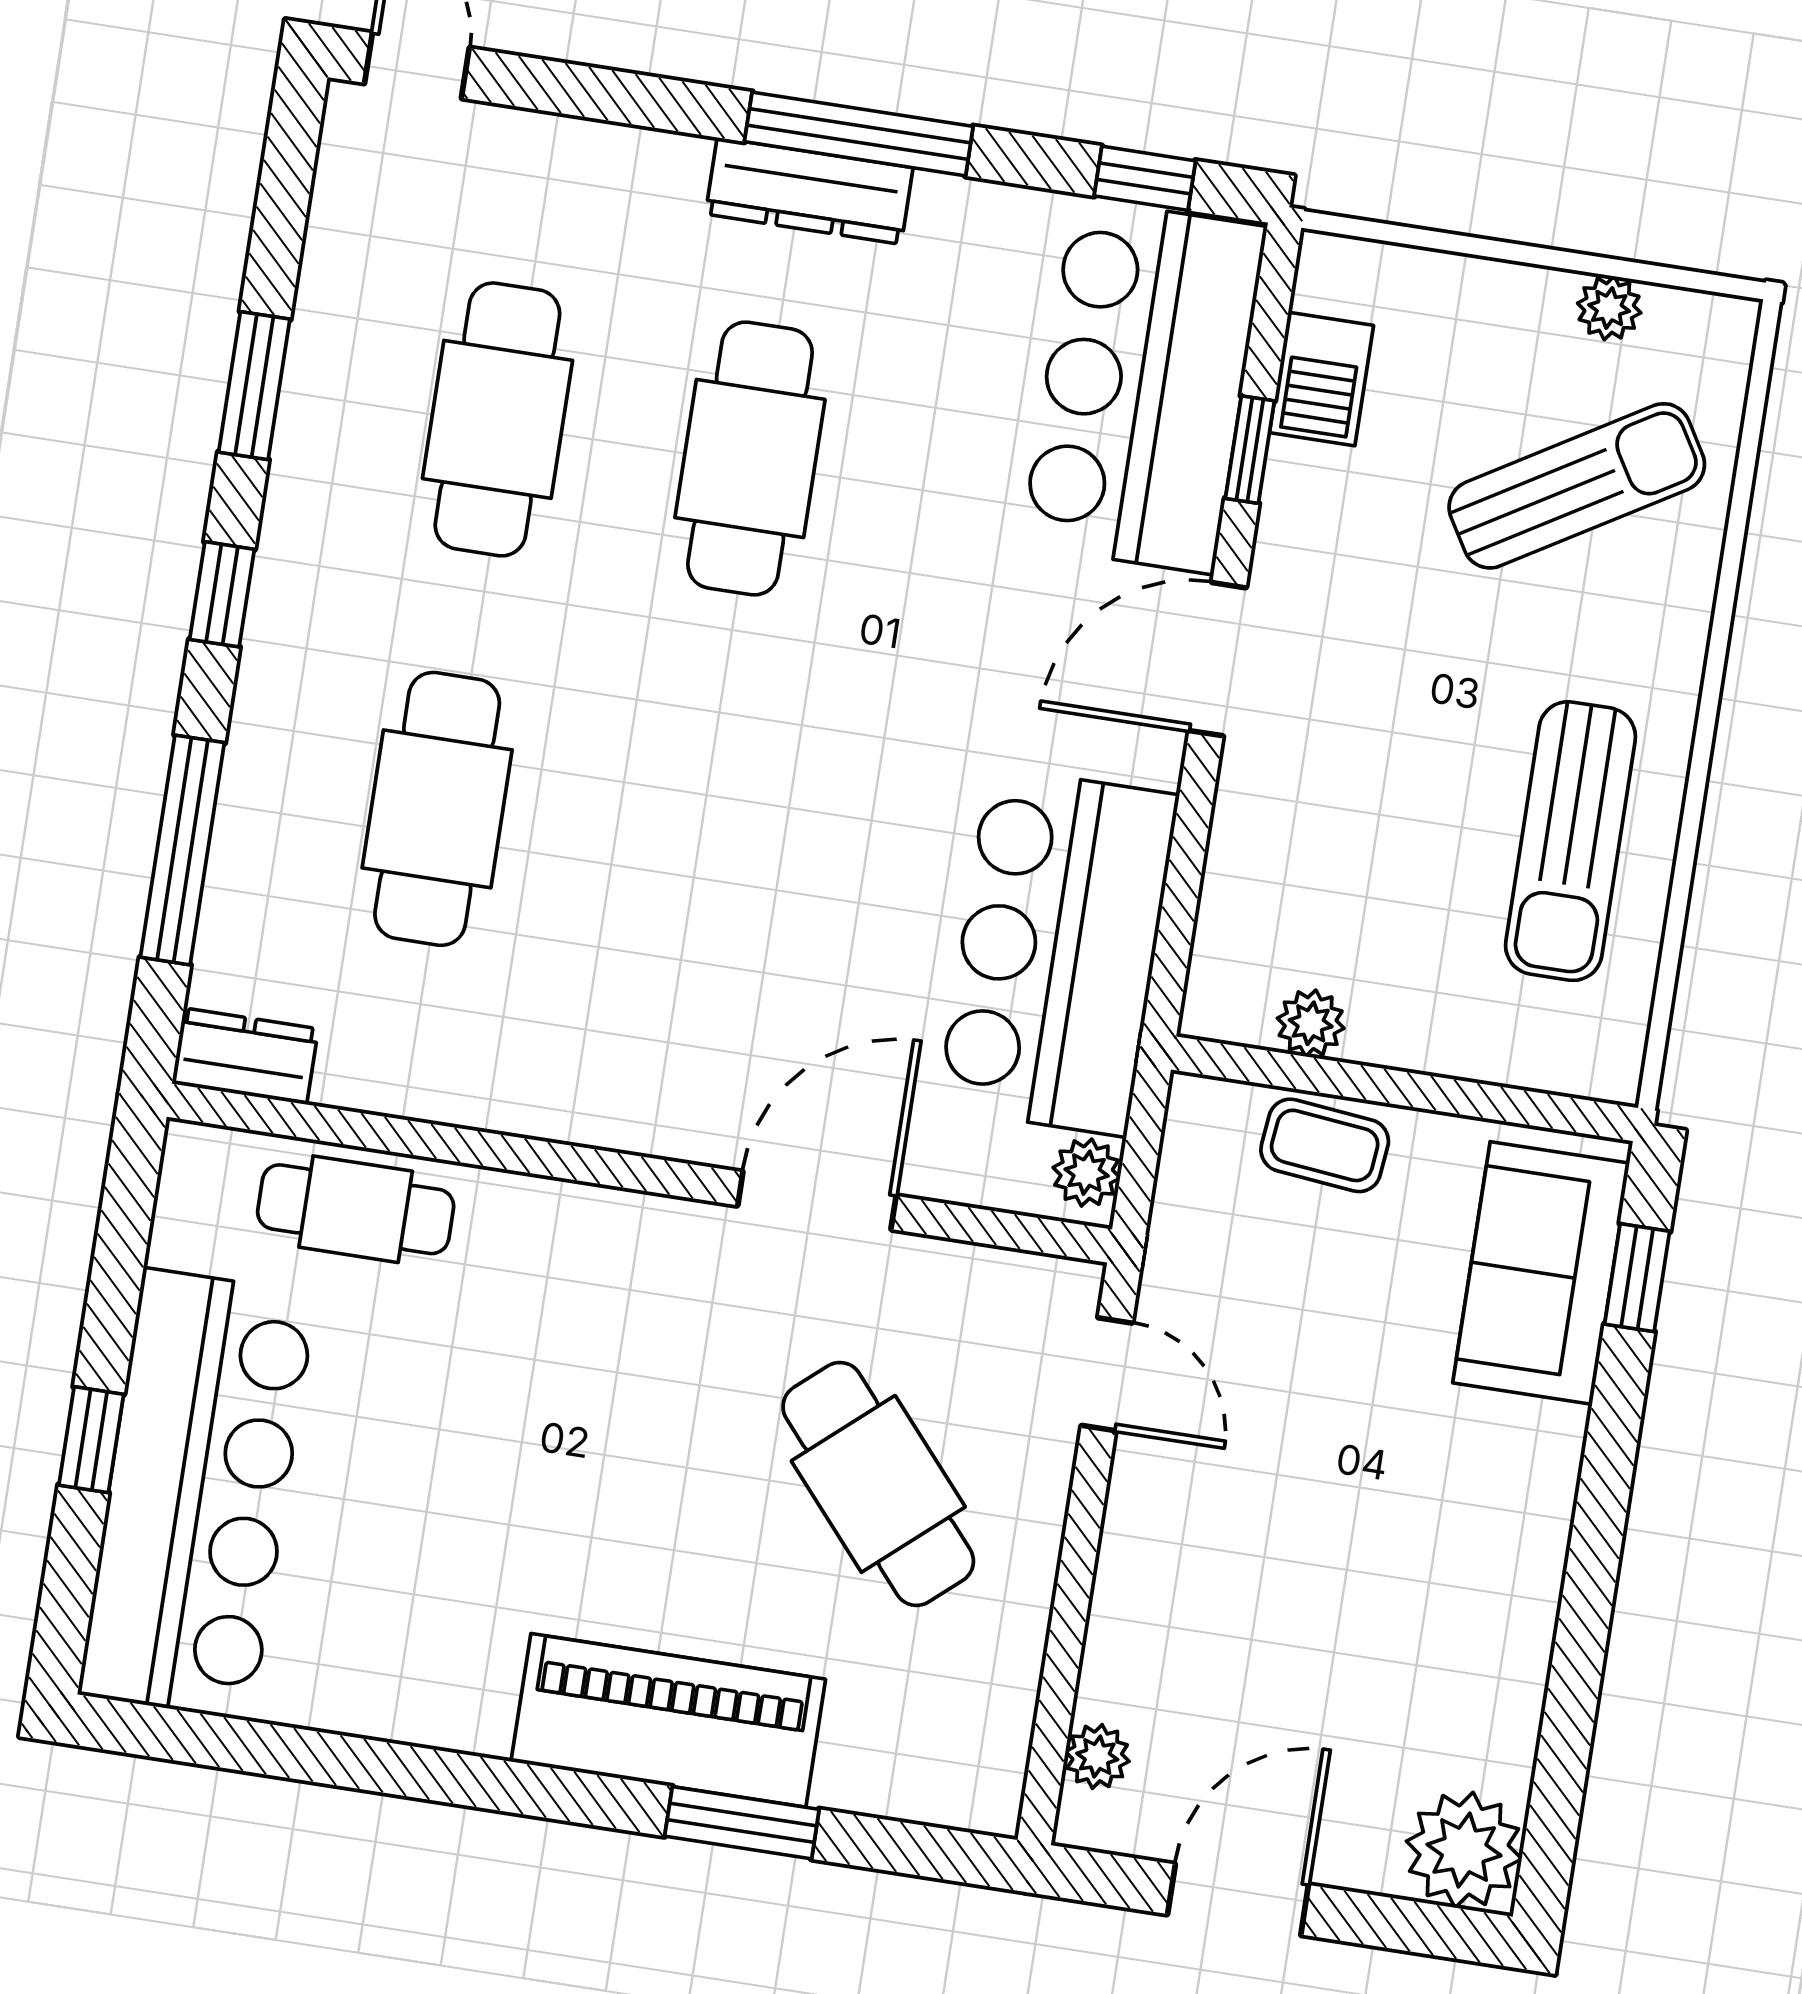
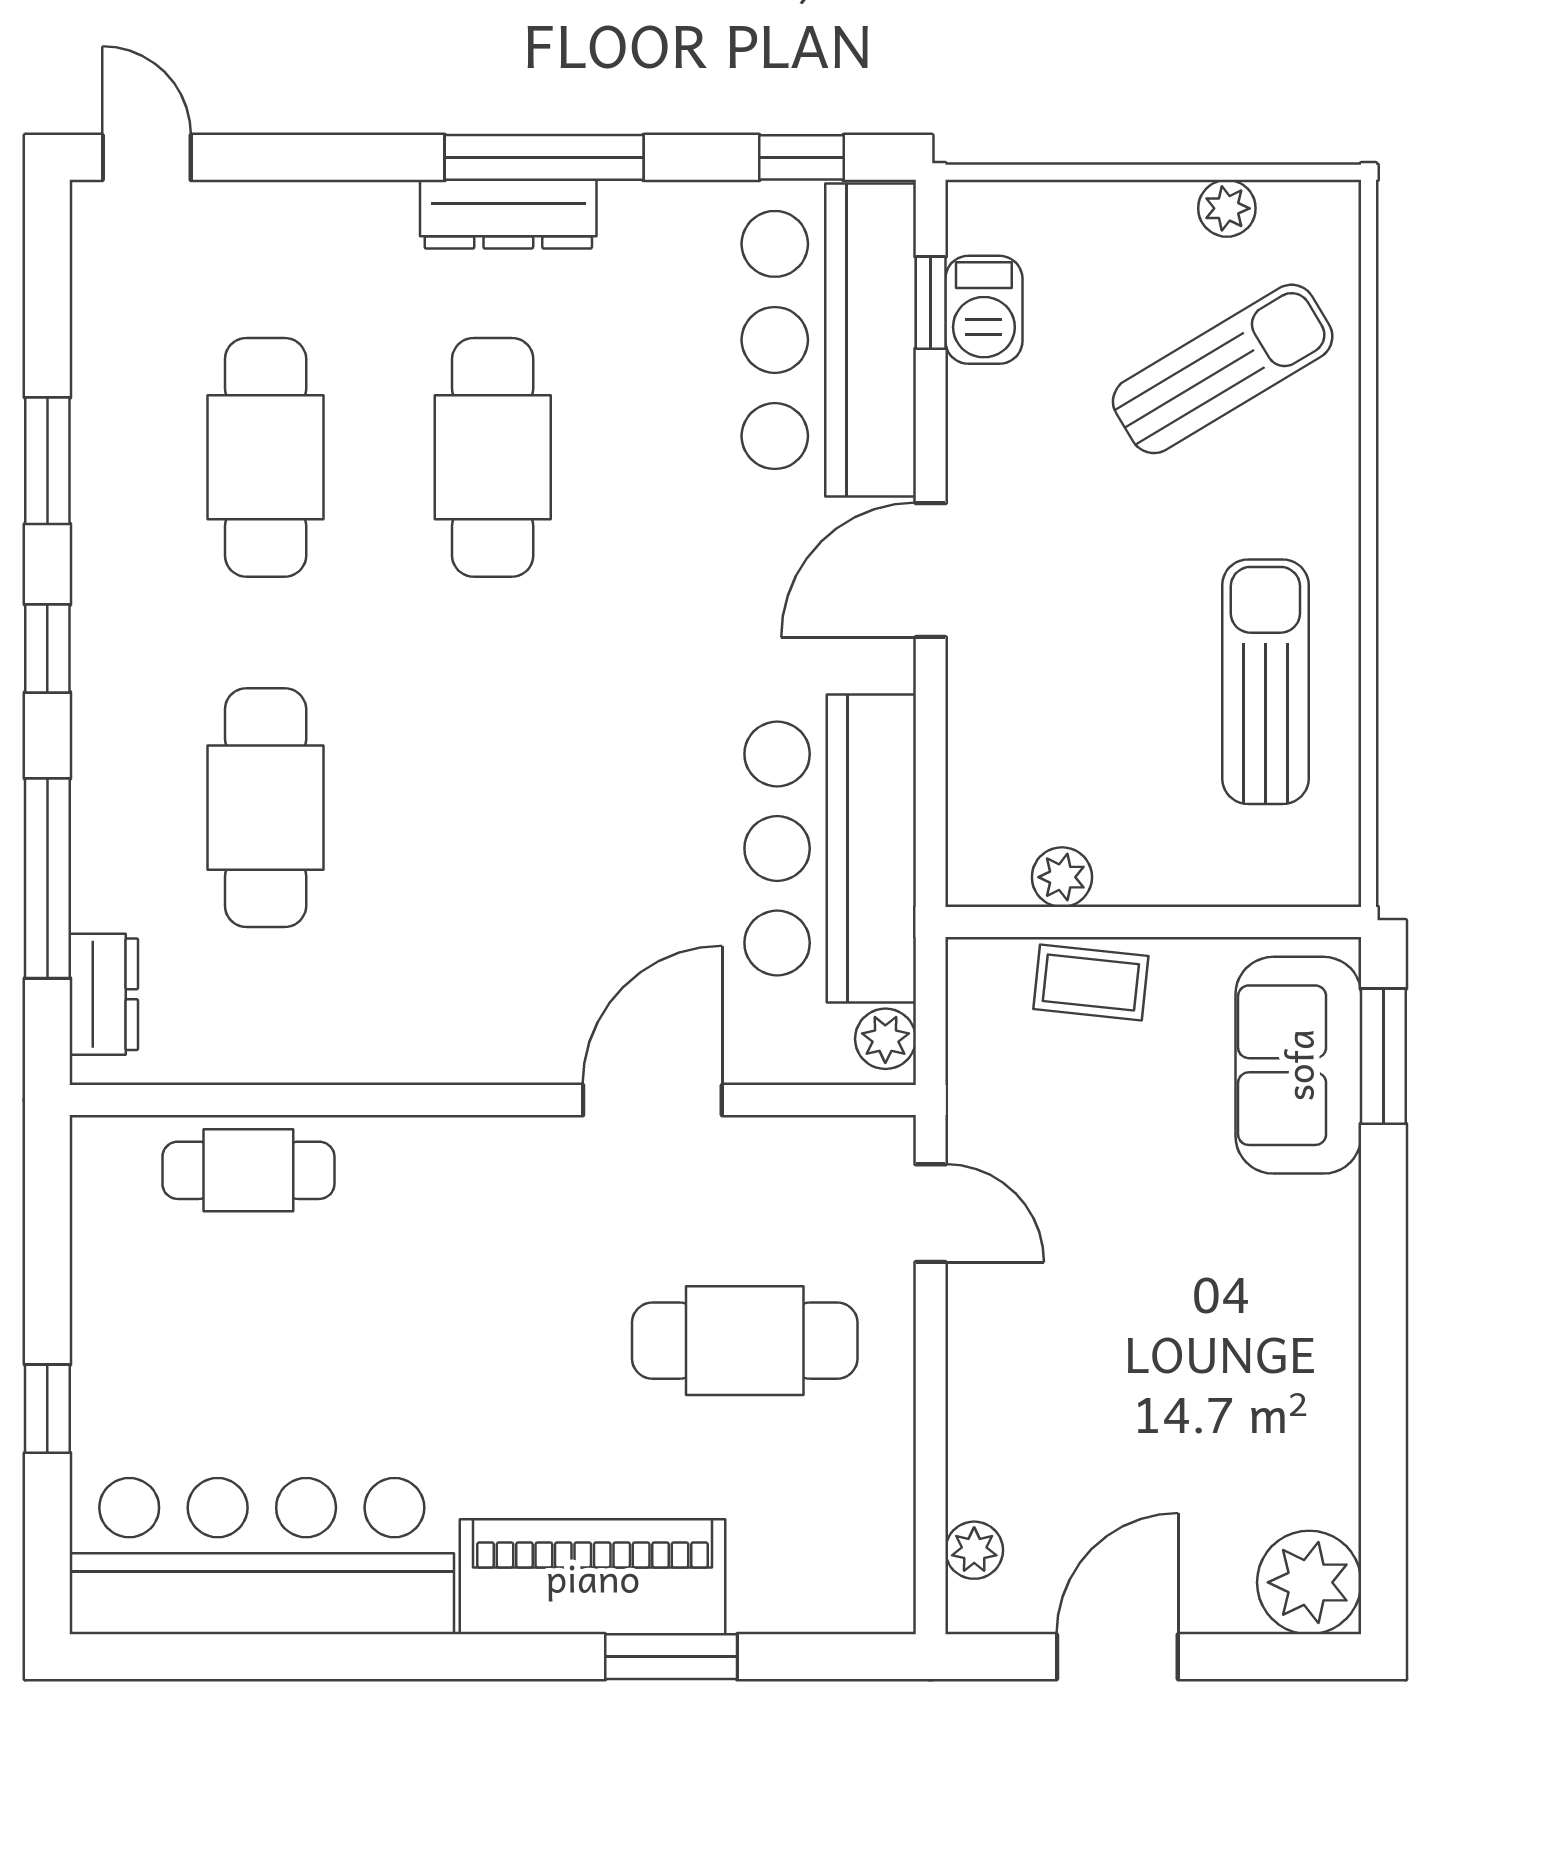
window: (1250, 450) -> (931, 303), moved
sun lounger: (1571, 841) -> (1265, 682), turned 180
dresser: (245, 1056) -> (104, 994), moved, turned 90
window: (1637, 1278) -> (1383, 1056), width x1.50
cafe table: (878, 1484) -> (745, 1341), turned -49
bar counter: (197, 1494) -> (262, 1556), moved, turned -90

